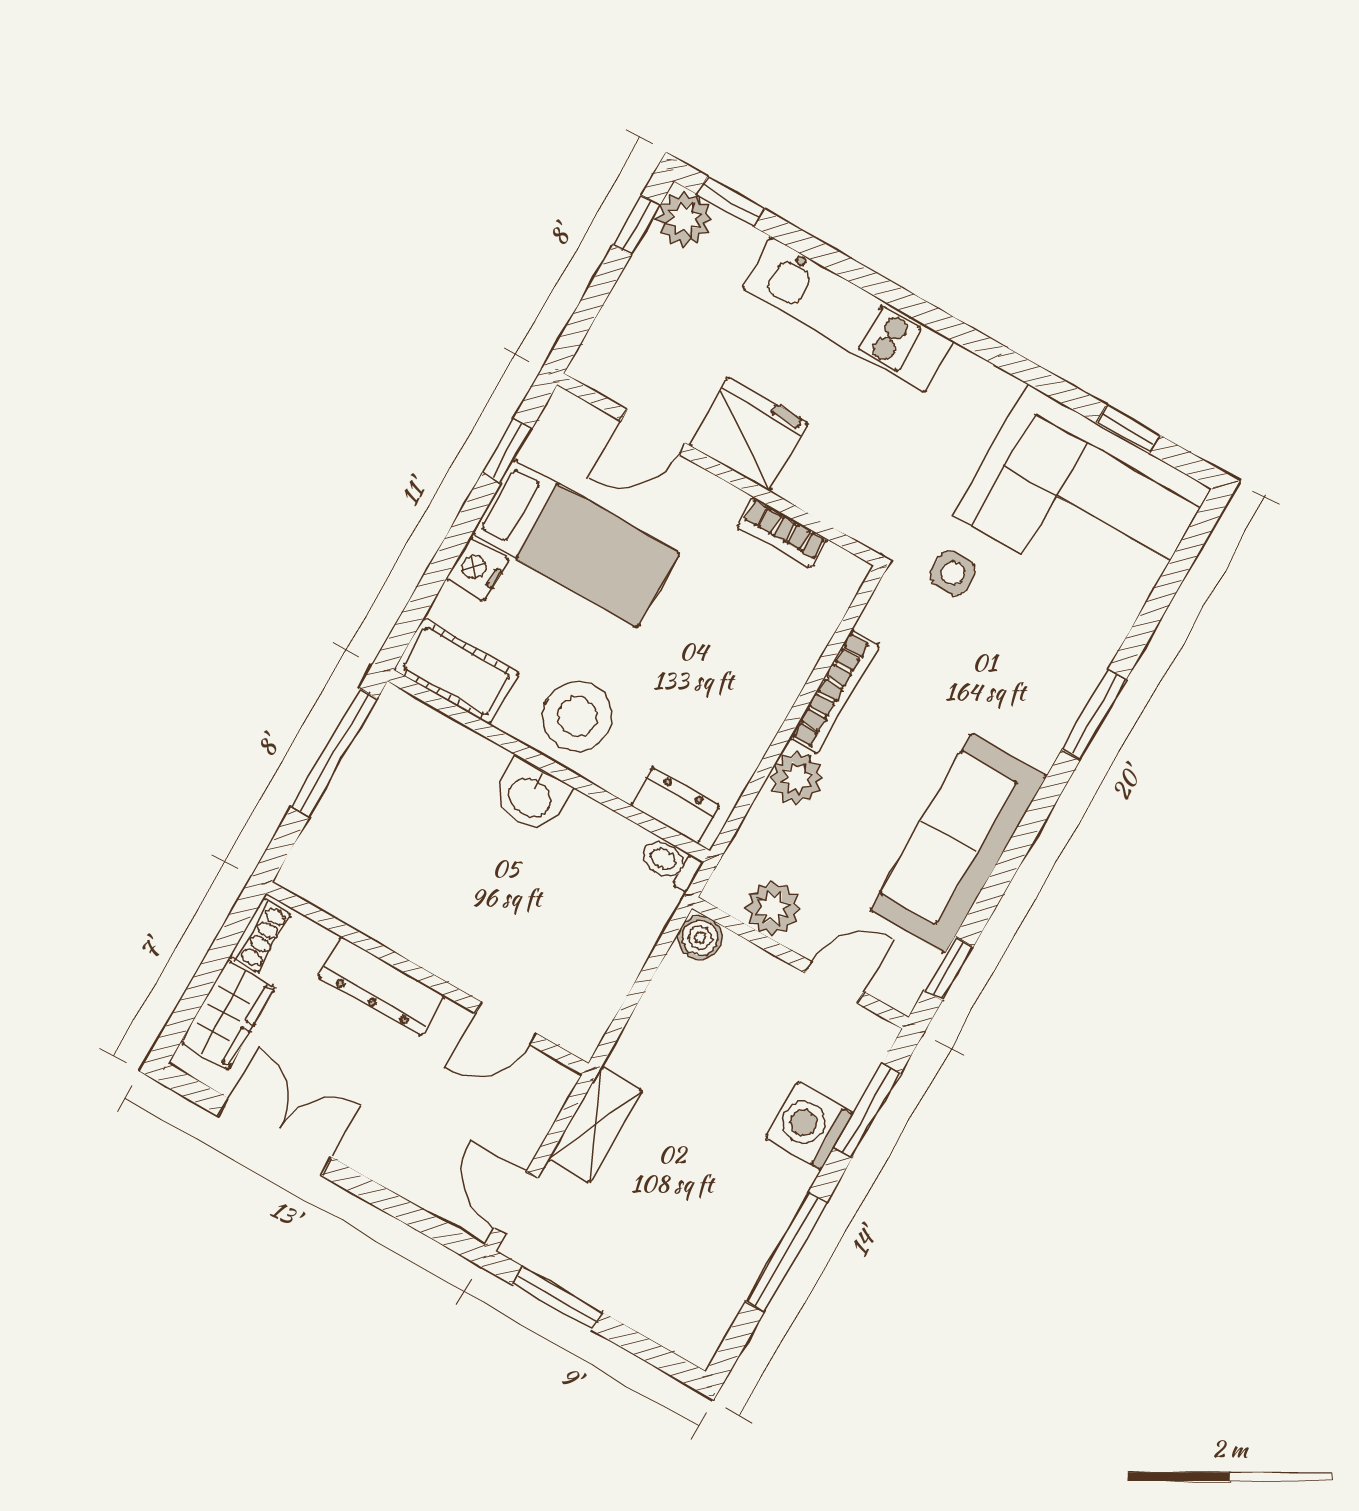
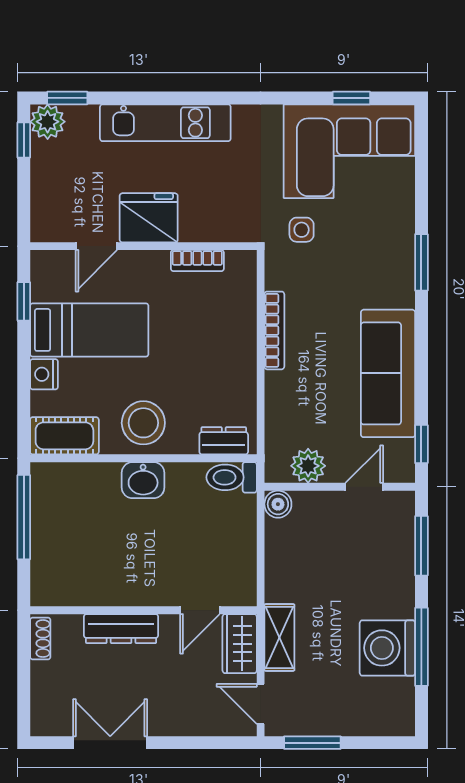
plant: (797, 778) -> (281, 388), removed
toilet: (670, 863) -> (232, 477), width x1.37, depth x1.39
wardrobe: (228, 1015) -> (240, 644), moved, turned 180
washing machine: (809, 1126) -> (387, 648), moved, width x1.37, depth x1.37

